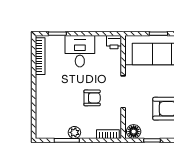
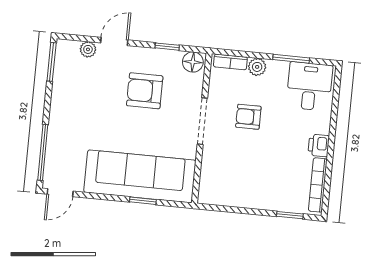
printer: (114, 42) -> (319, 145), moved, turned -90
desk: (80, 51) -> (309, 86), moved, turned 180
plant: (74, 132) -> (257, 67), moved

